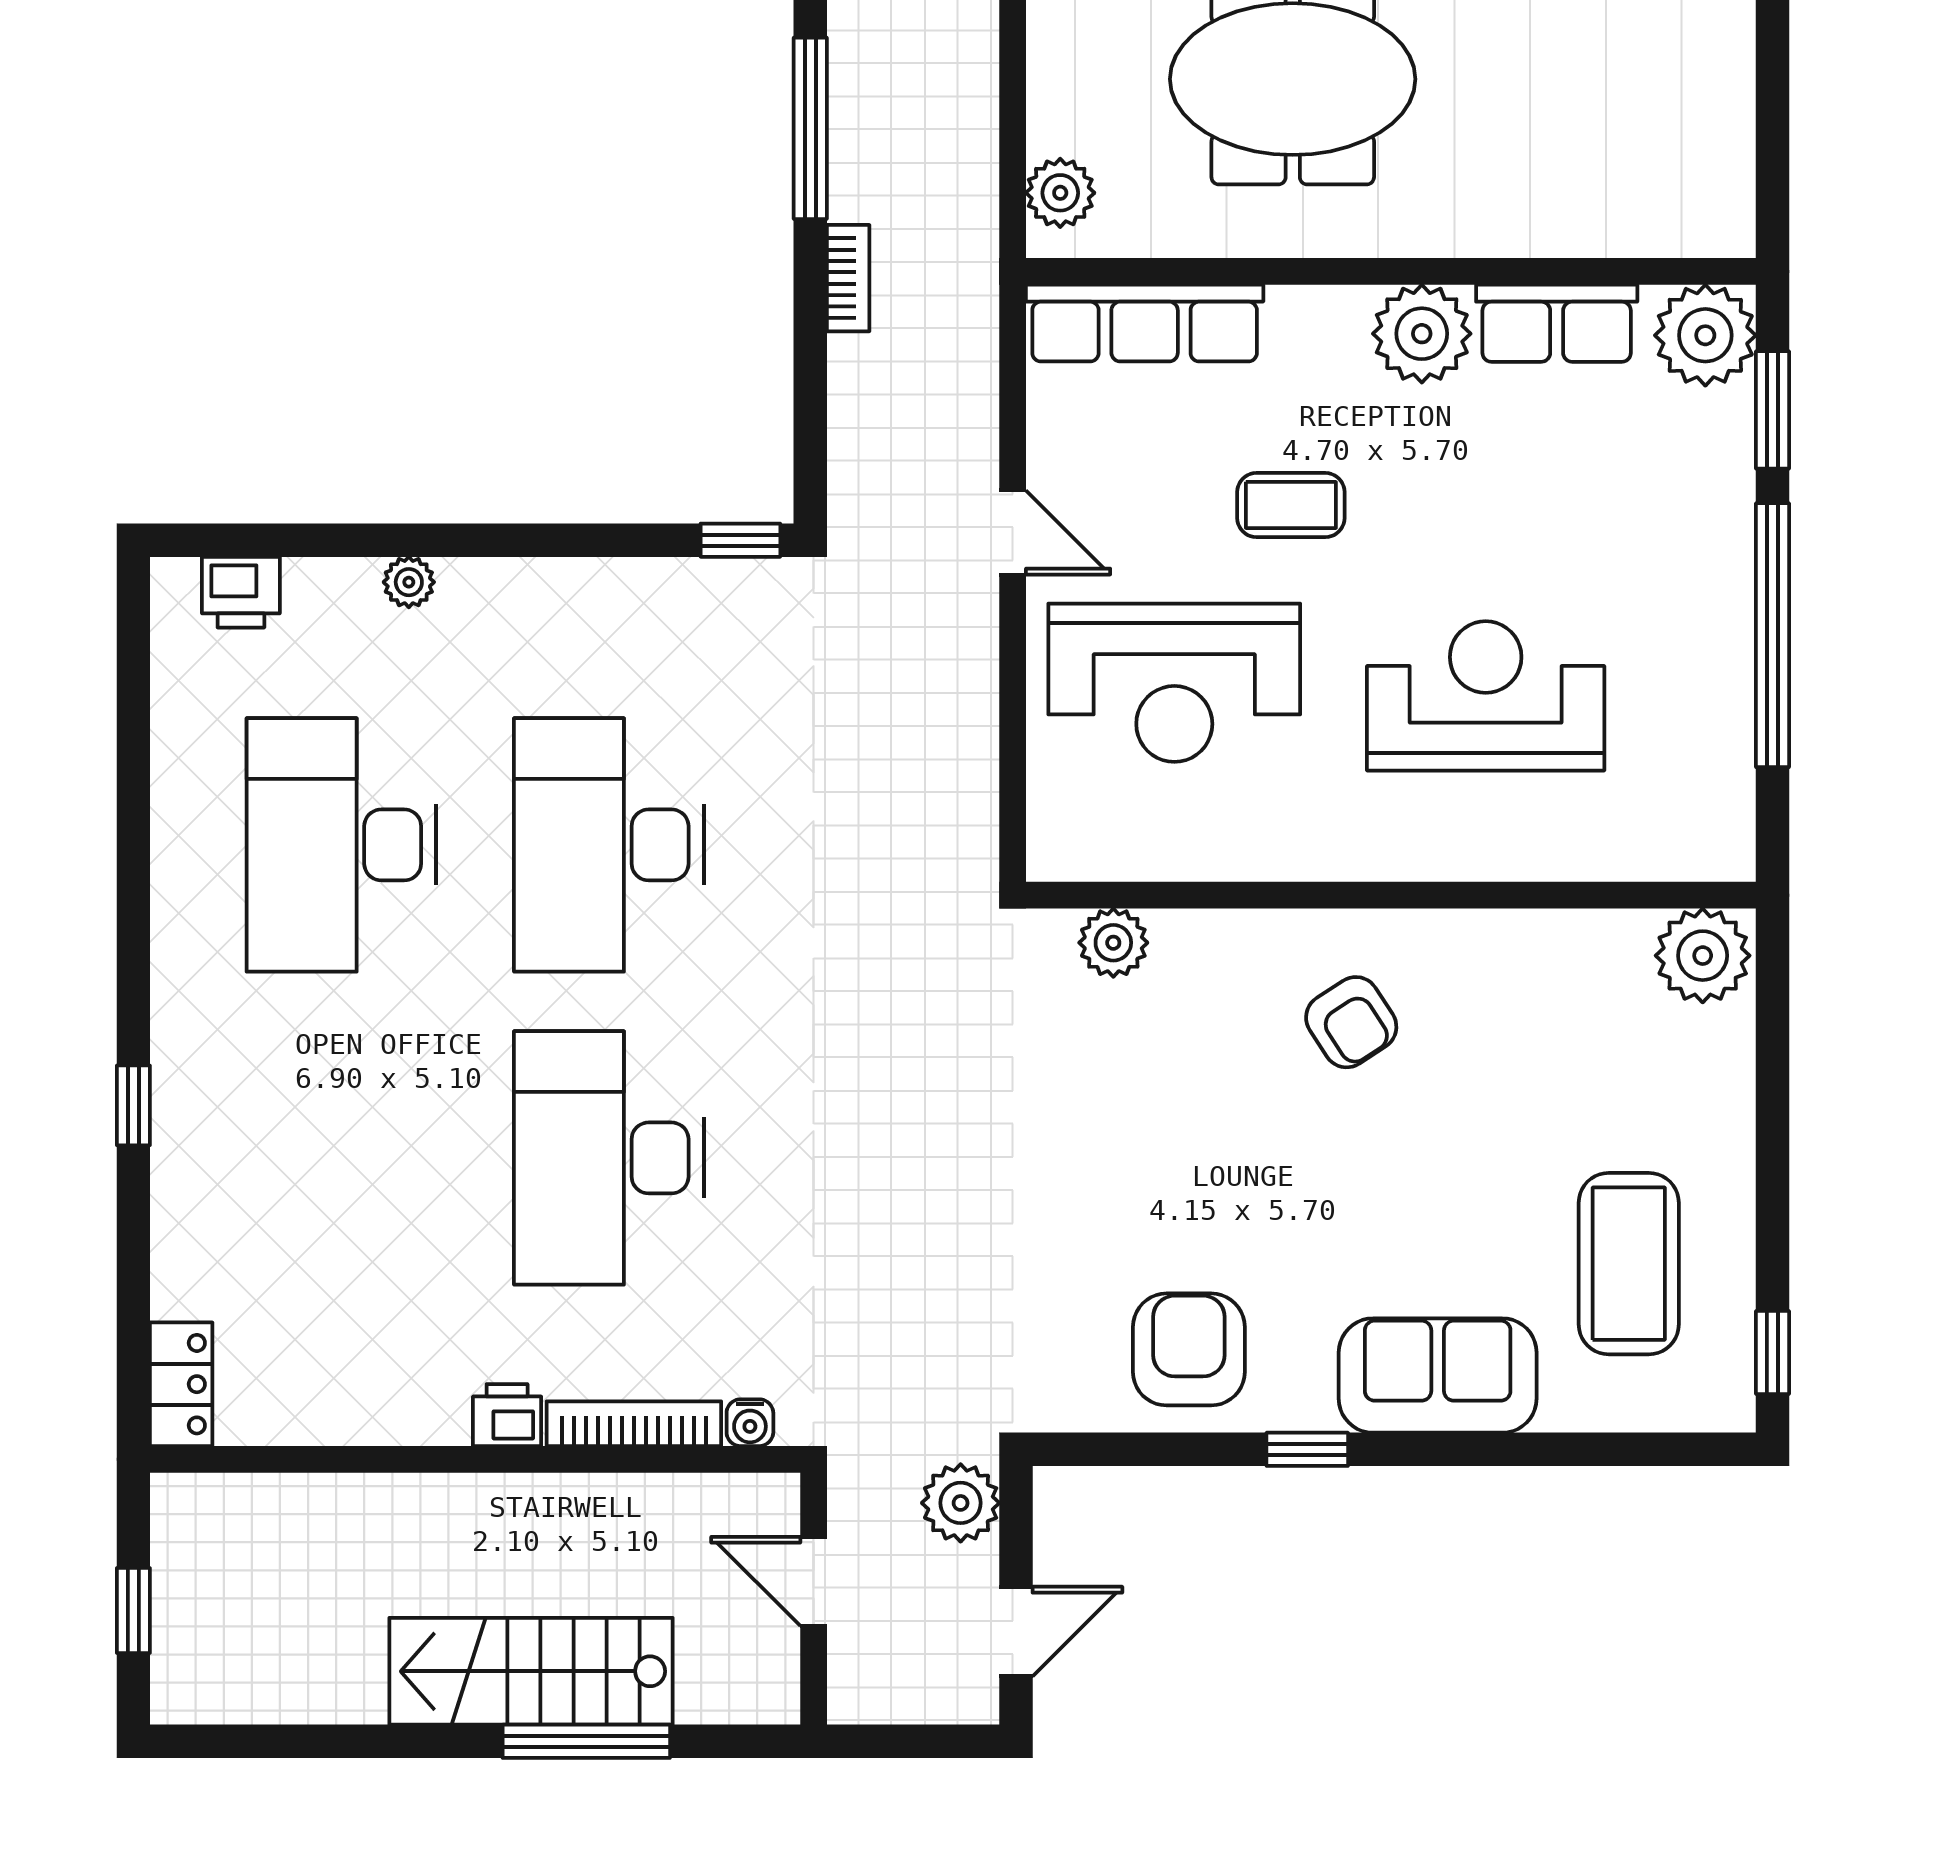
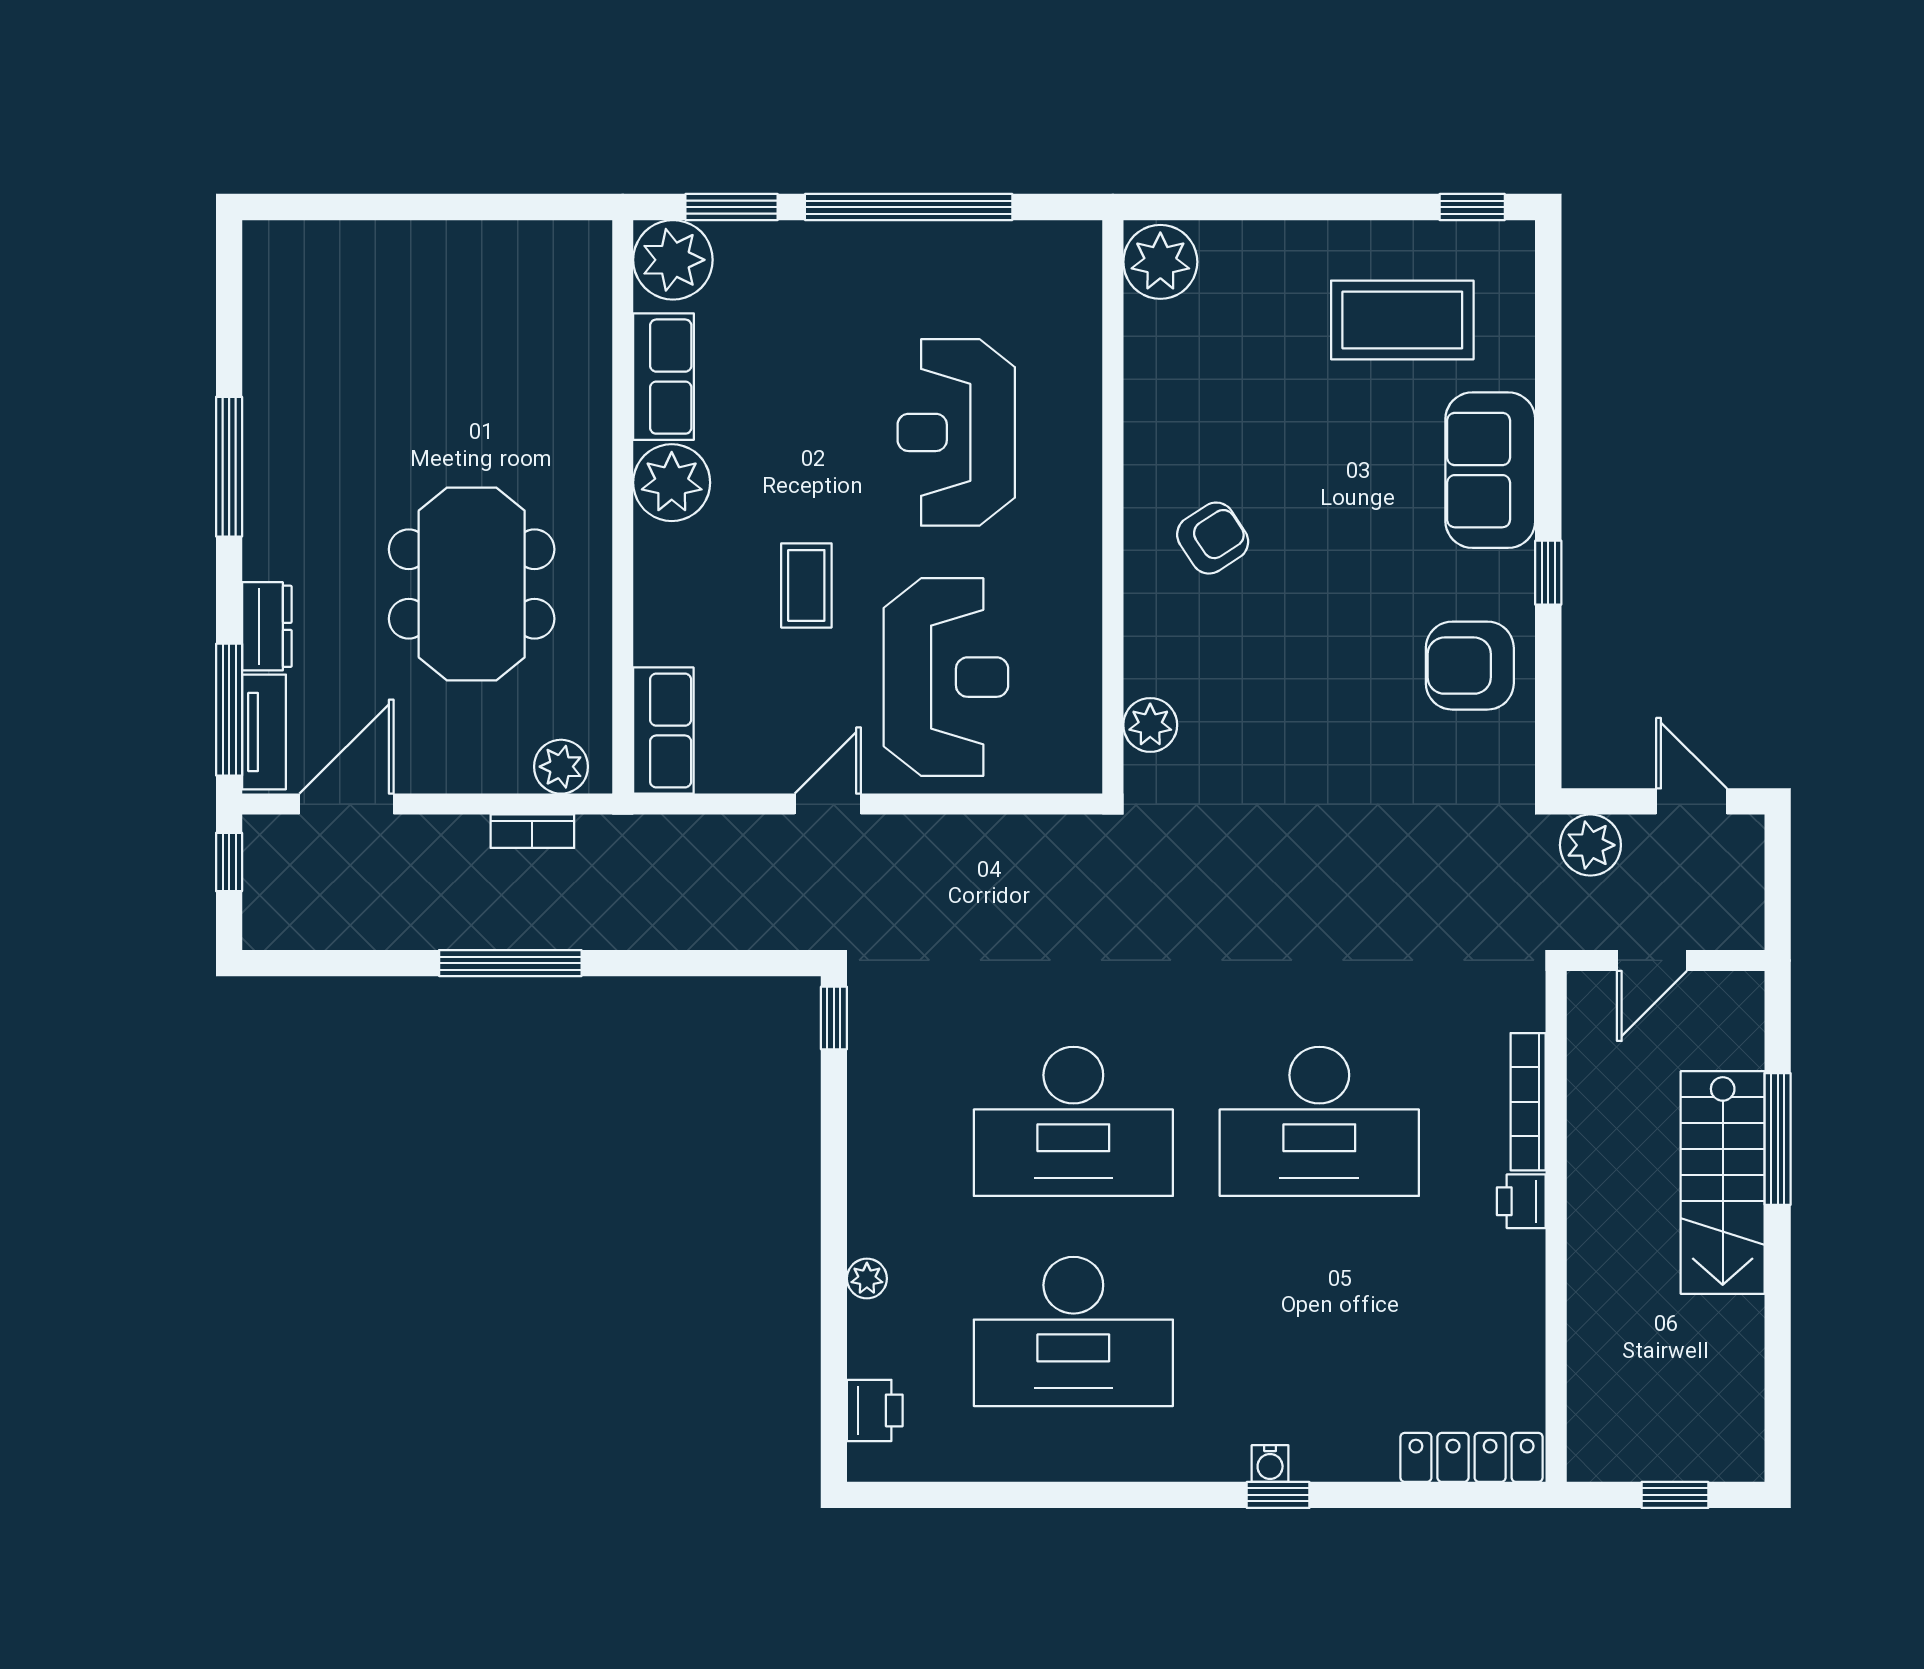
bookcase: (848, 278) -> (532, 831), moved, turned 180
row of seats: (1145, 323) -> (663, 731), width x0.68
locker: (181, 1384) -> (1472, 1457), width x1.53
water cooler: (750, 1423) -> (1270, 1464), moved, turned 90

